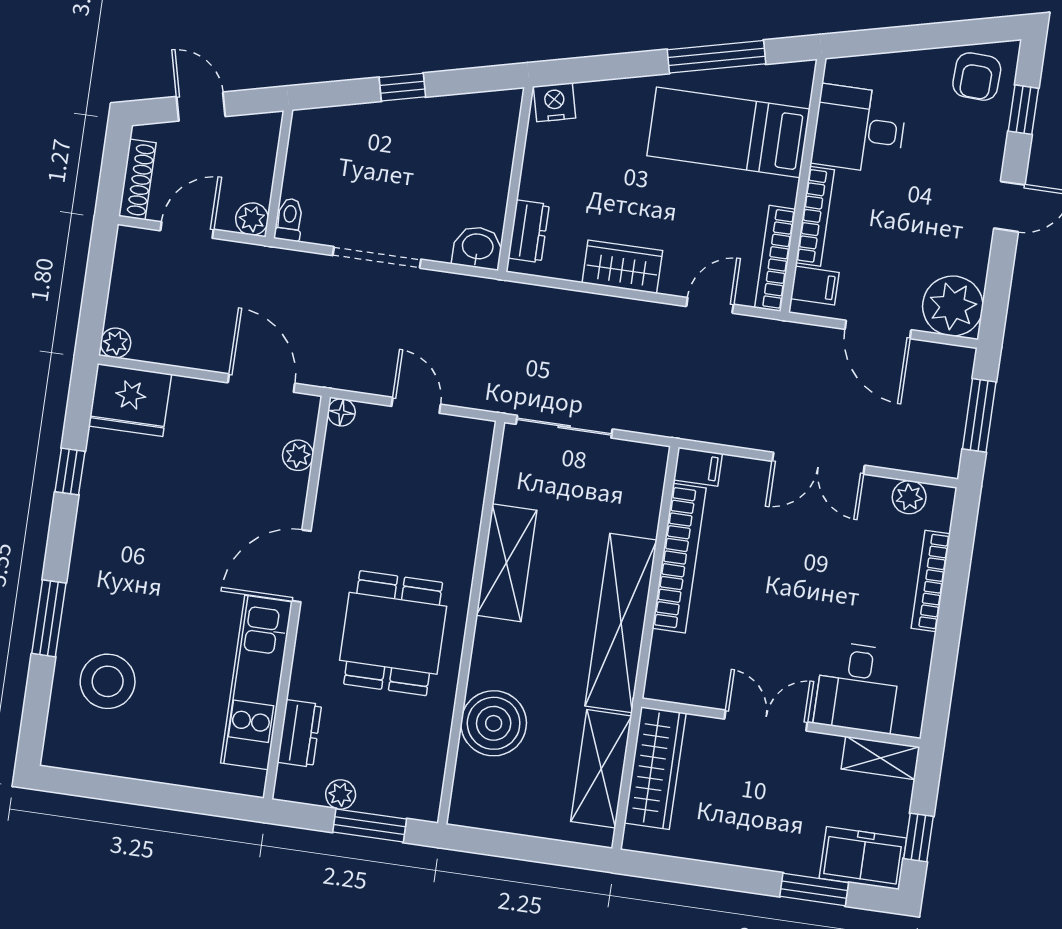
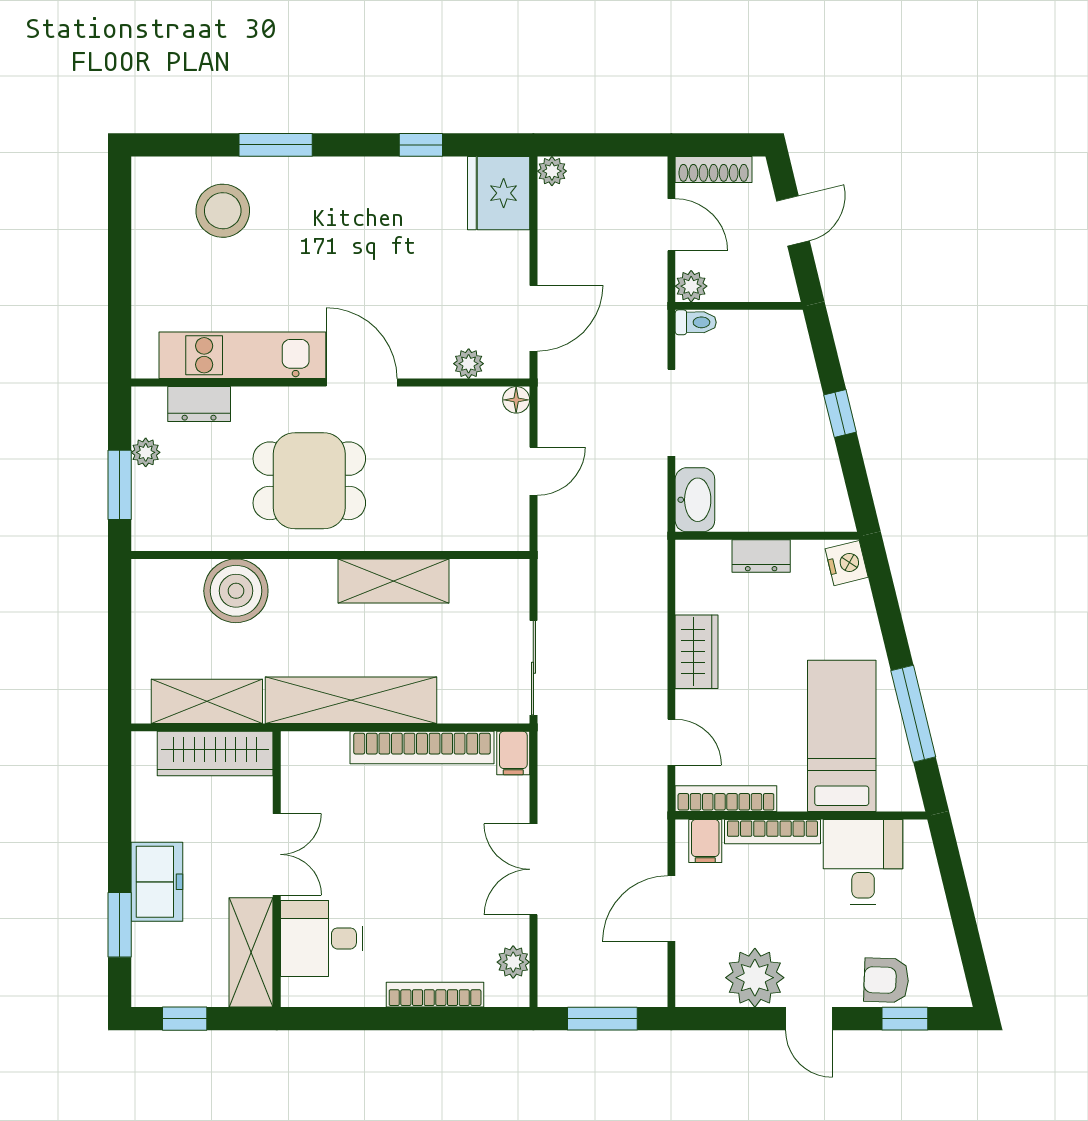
armchair: (977, 77) -> (886, 980), moved
dresser: (529, 231) -> (761, 556), moved
washbasin: (477, 248) -> (695, 500), width x1.38
plant: (953, 306) -> (755, 978), moved
sliding door: (564, 427) -> (533, 668), moved
shelving: (880, 758) -> (251, 952), width x1.50, depth x1.33
freezer: (863, 858) -> (157, 882), moved

